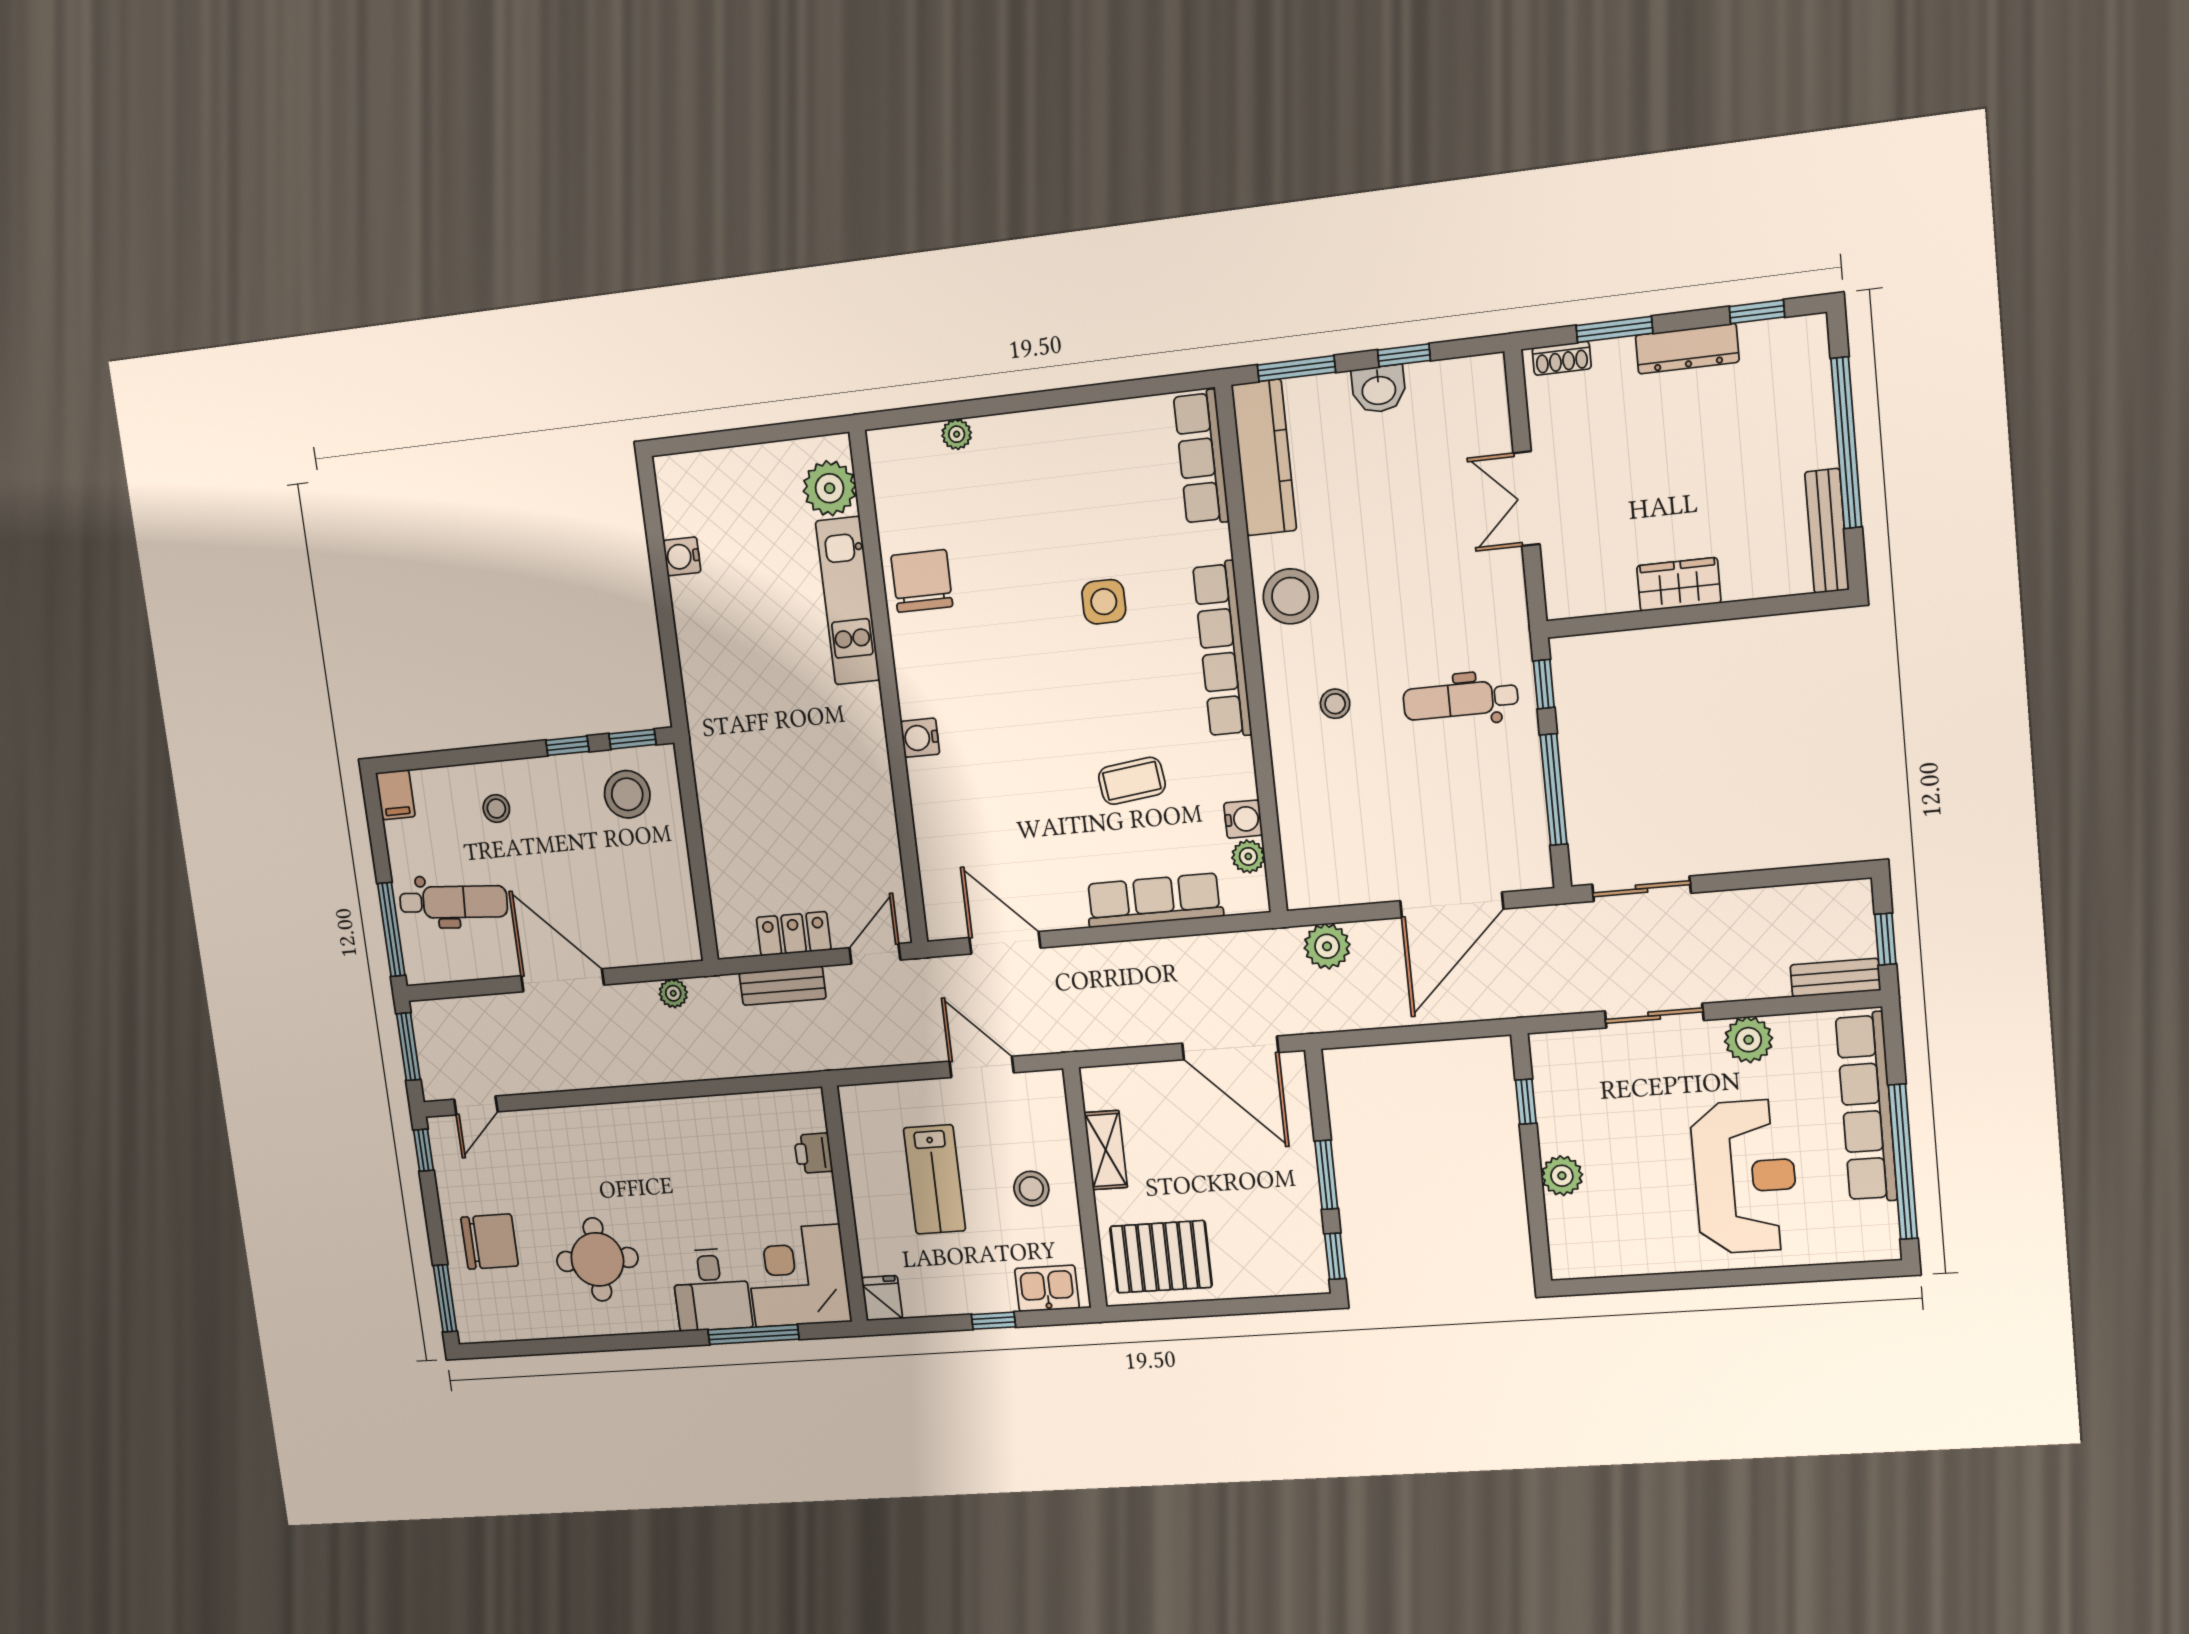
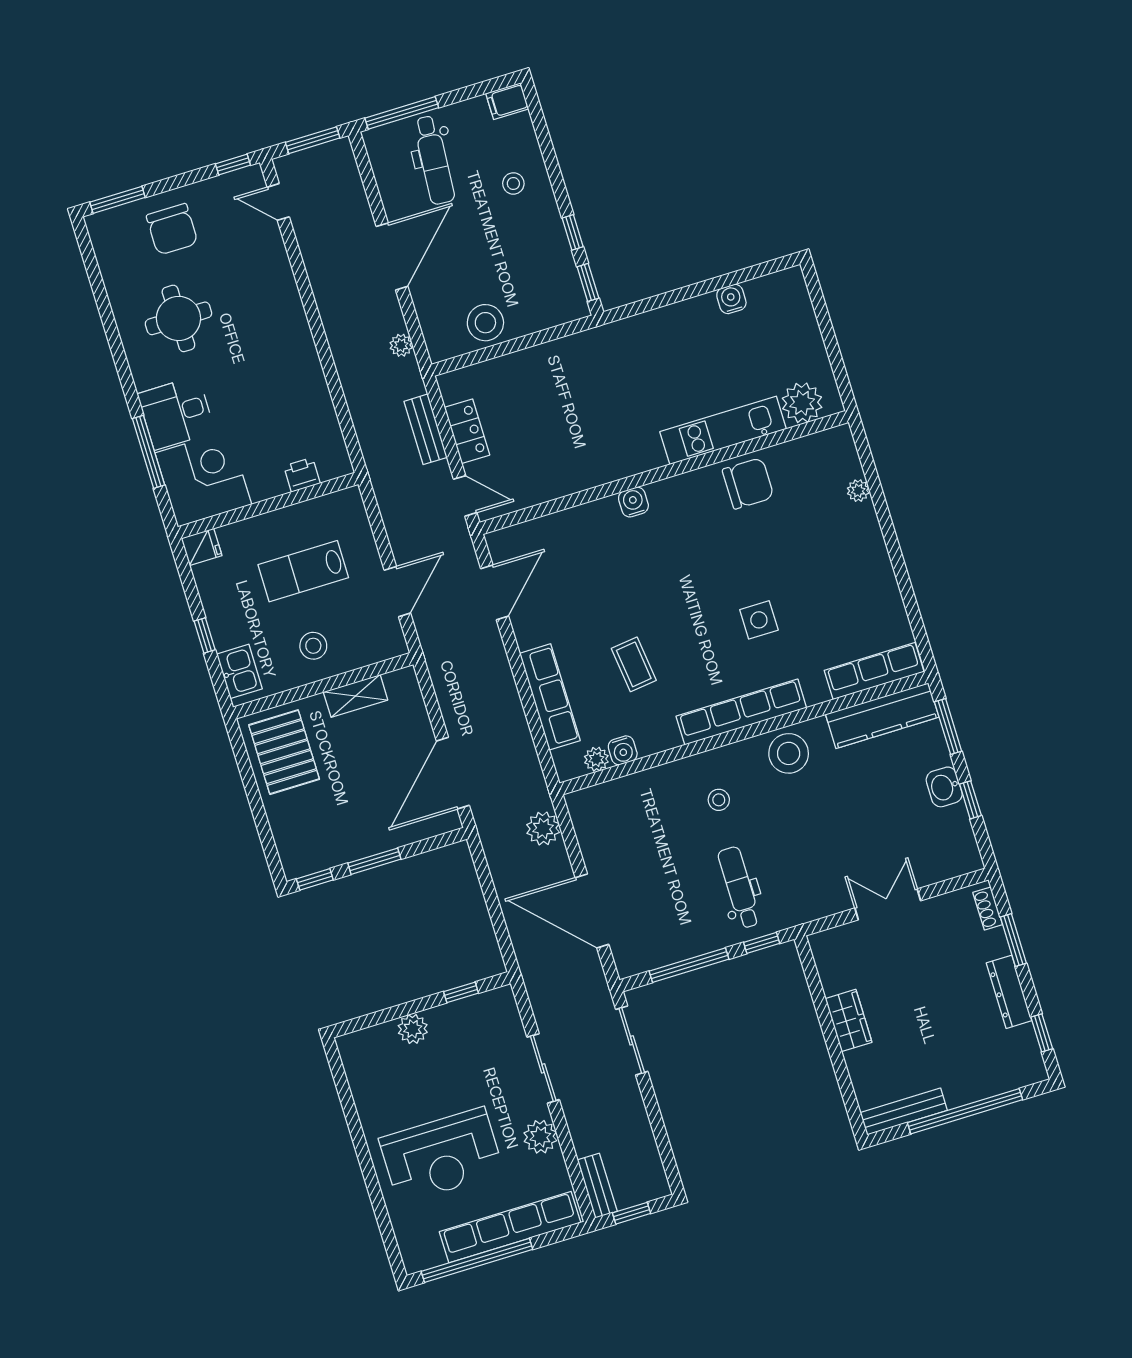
stool: (627, 794) -> (485, 323), moved

